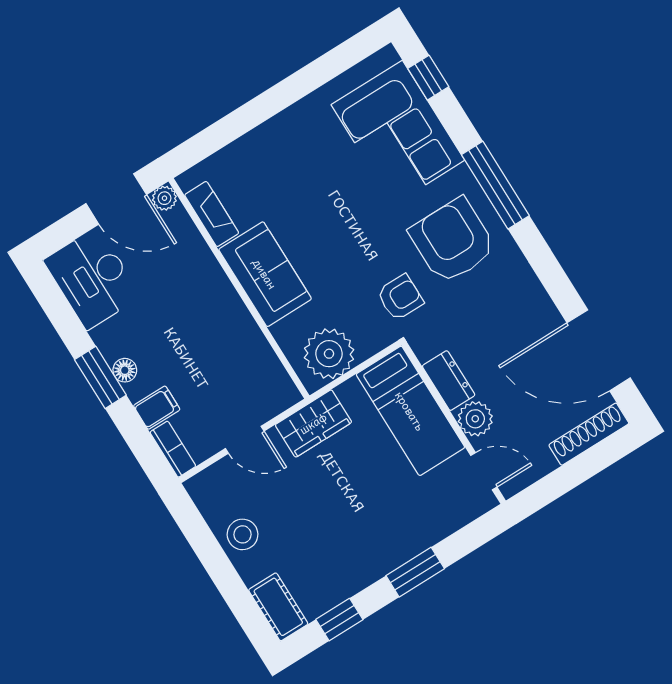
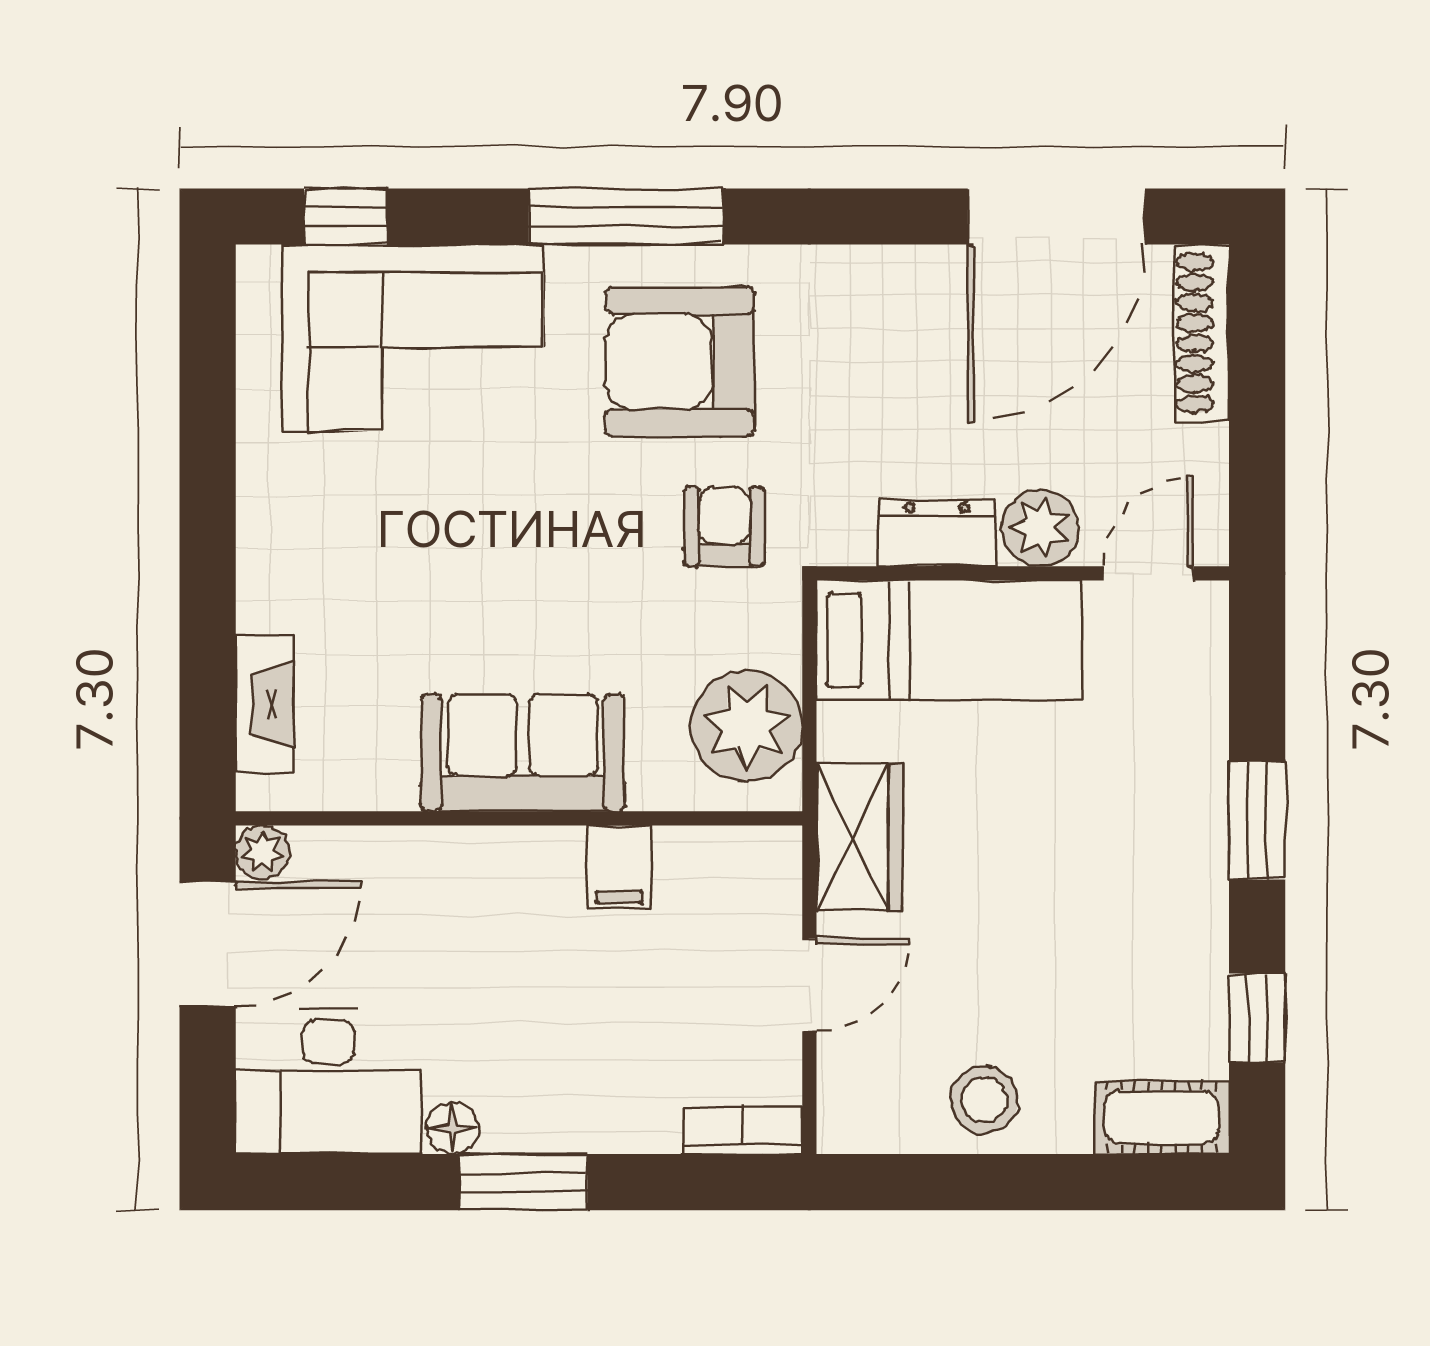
fireplace: (212, 214) -> (265, 704), moved, turned 90
floor lamp: (125, 370) -> (453, 1128), moved
filing cabinet: (157, 408) -> (619, 867), moved, turned 180

